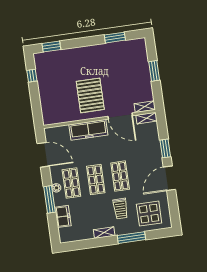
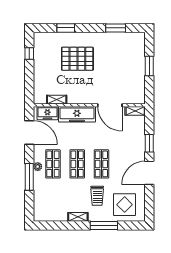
window: (51, 47) -> (66, 28), moved
pallet: (90, 95) -> (77, 59), moved, turned 90
shelving: (145, 107) -> (57, 100), moved
freezer: (63, 216) -> (47, 113), moved, turned 90

